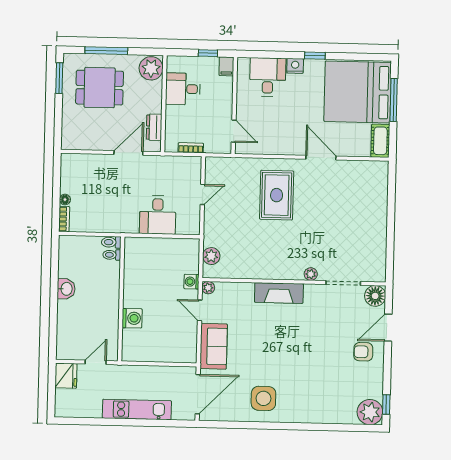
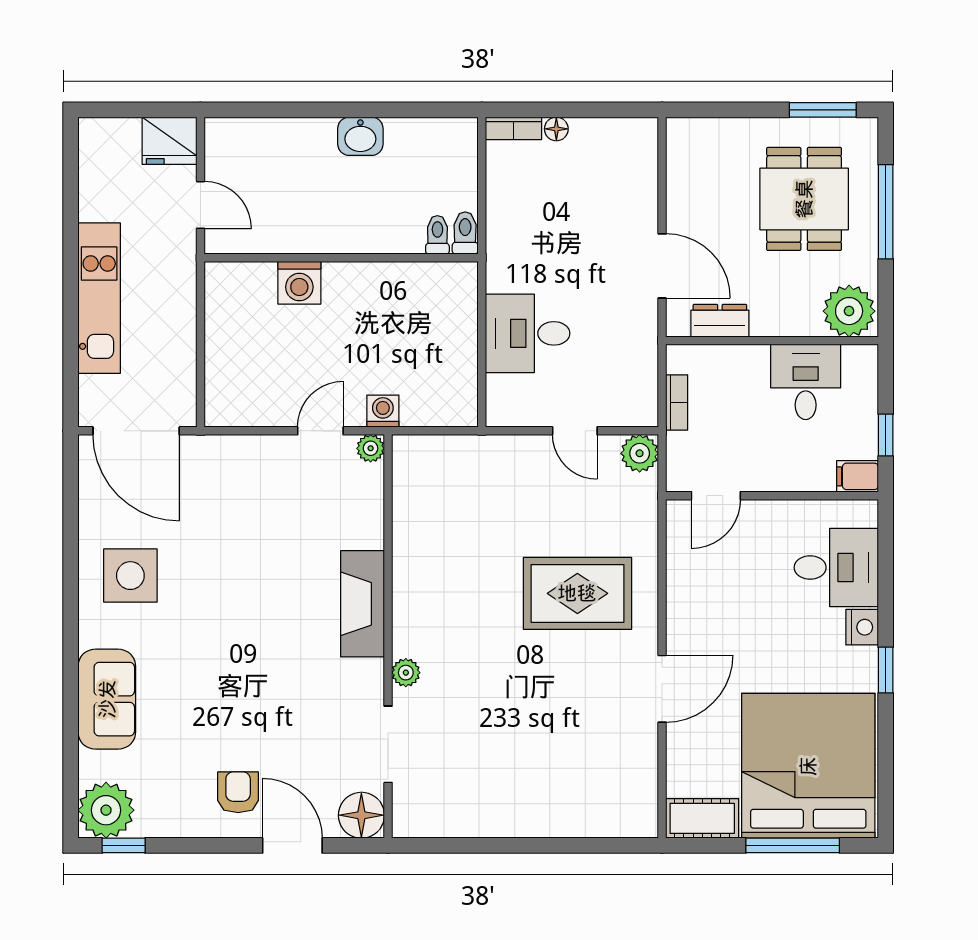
plant: (211, 256) -> (640, 453), moved
sofa: (214, 346) -> (107, 699), moved, turned -90

